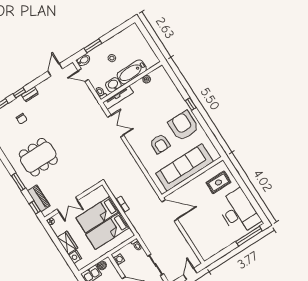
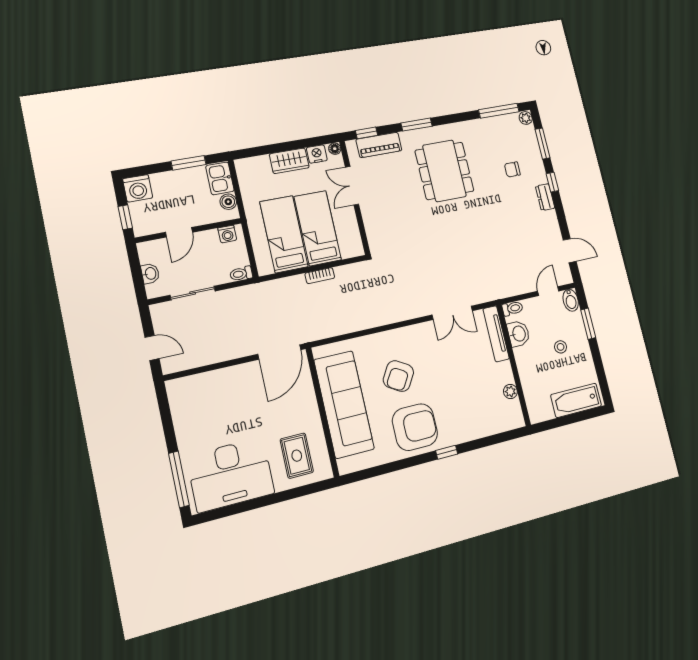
bathtub: (132, 72) -> (576, 400), moved, turned -90
armchair: (160, 144) -> (398, 376), turned -59
nightstand: (75, 257) -> (317, 154), moved

